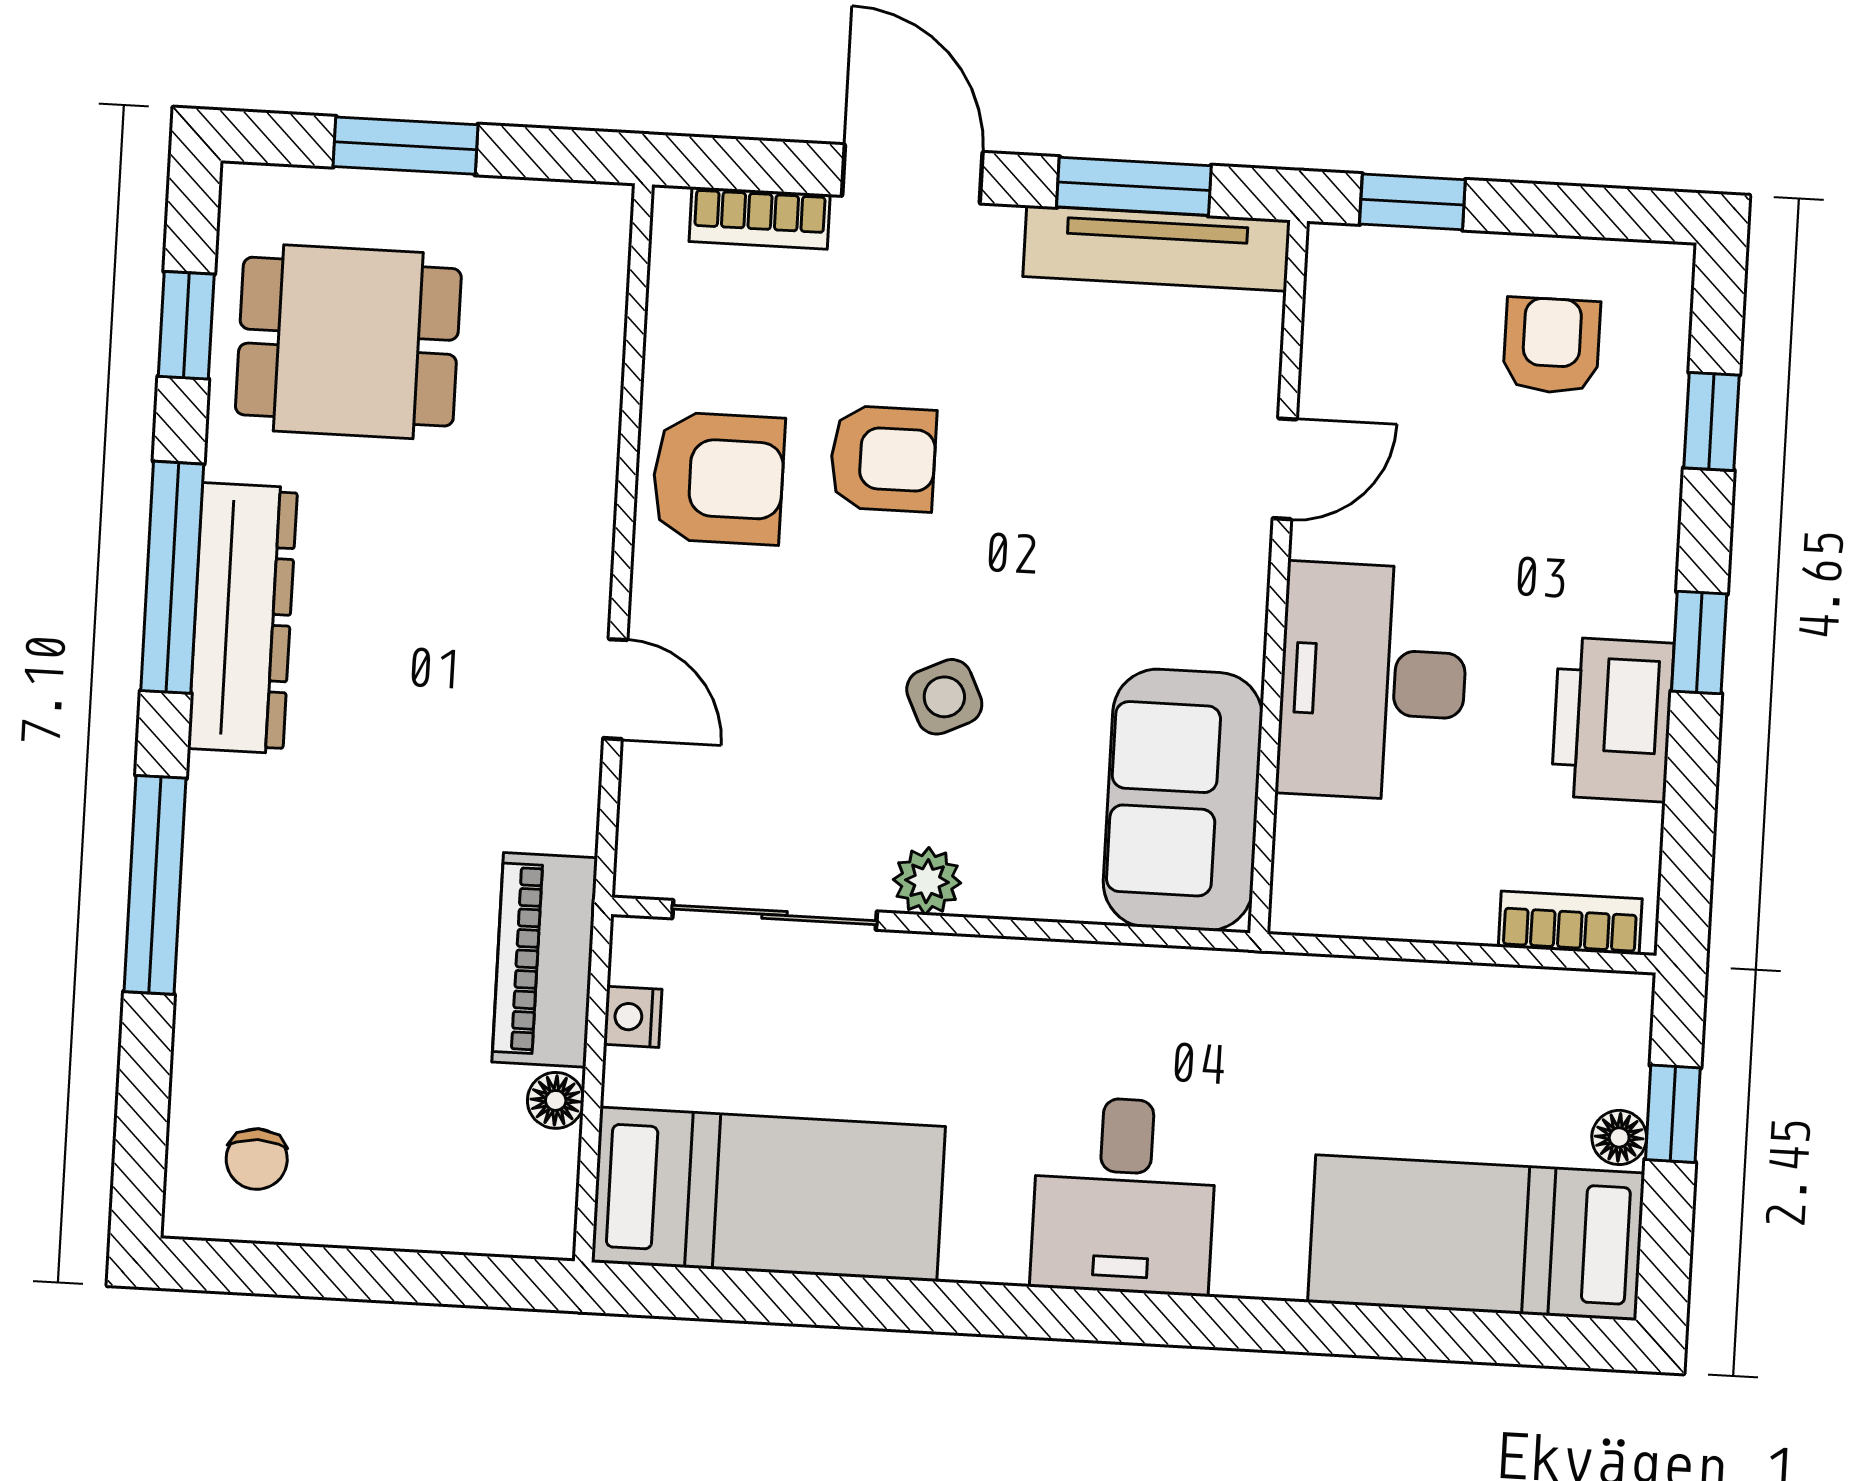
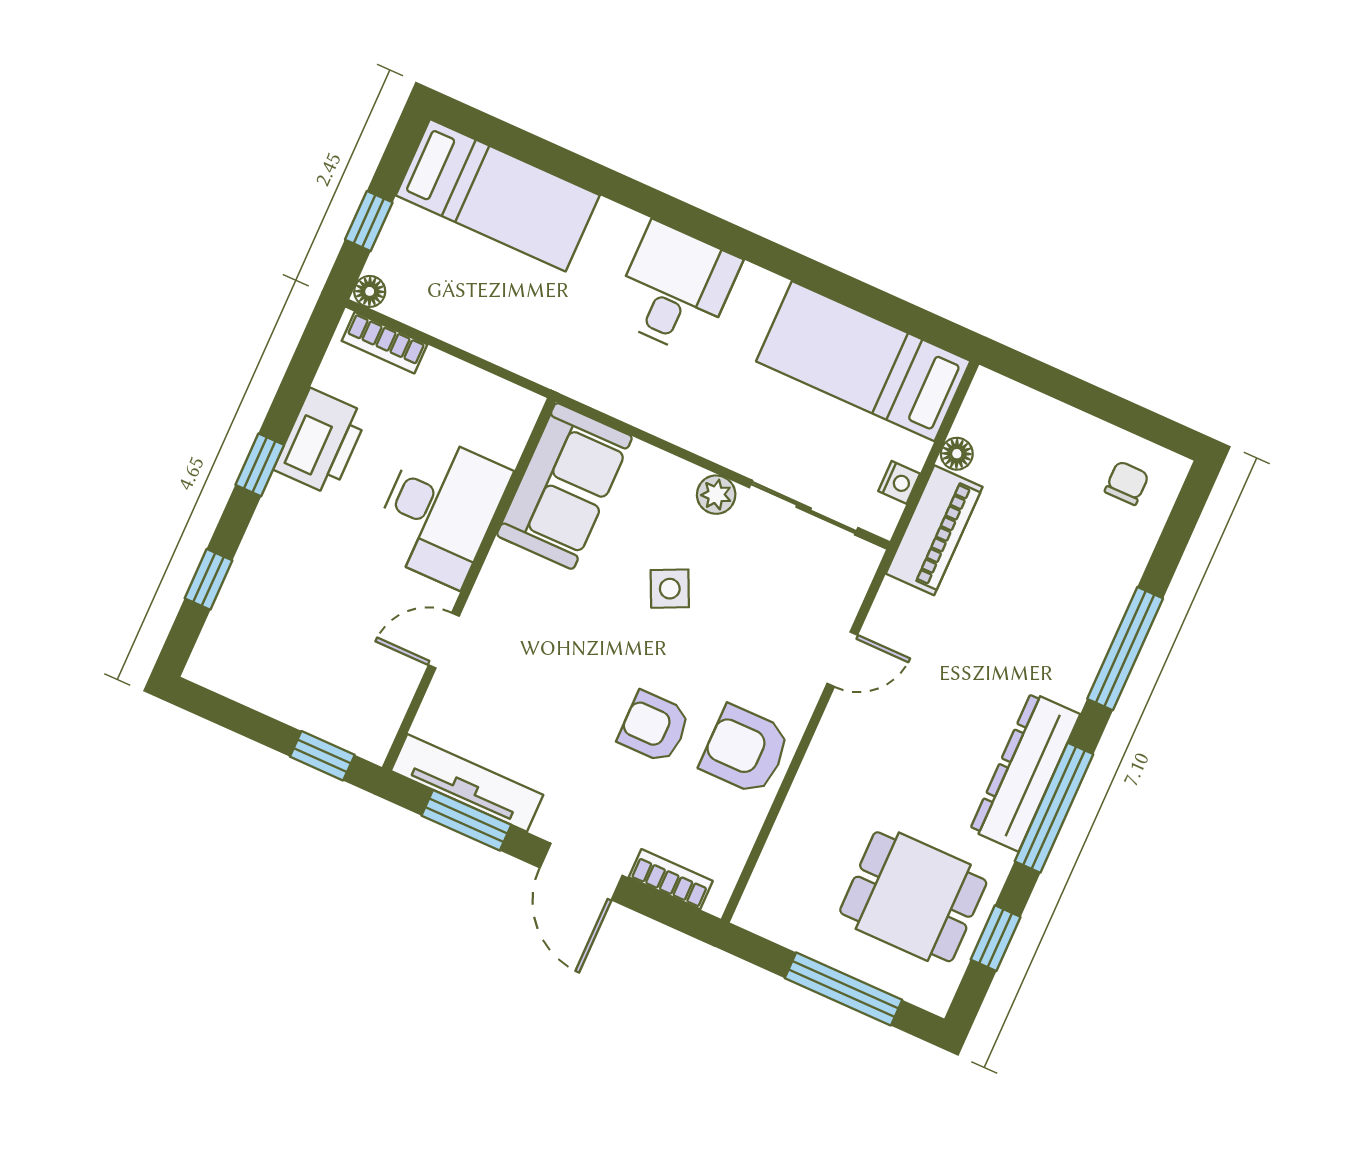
window: (406, 146) -> (843, 989), width x1.44
armchair: (1552, 346) -> (278, 652), removed
door: (615, 689) -> (842, 659), swing flipped
floor lamp: (1619, 1137) -> (370, 291), moved

